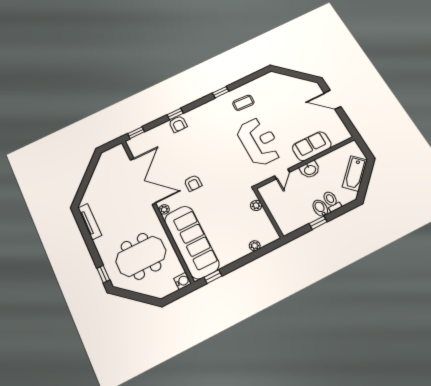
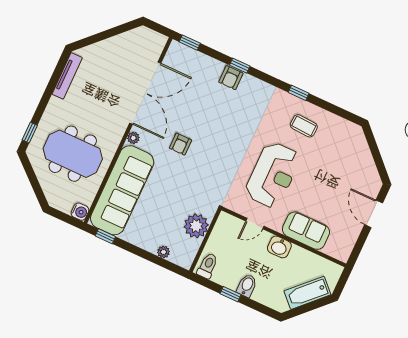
toilet: (331, 201) -> (208, 266), moved
plant: (256, 205) -> (196, 226), width x1.88, depth x1.88

